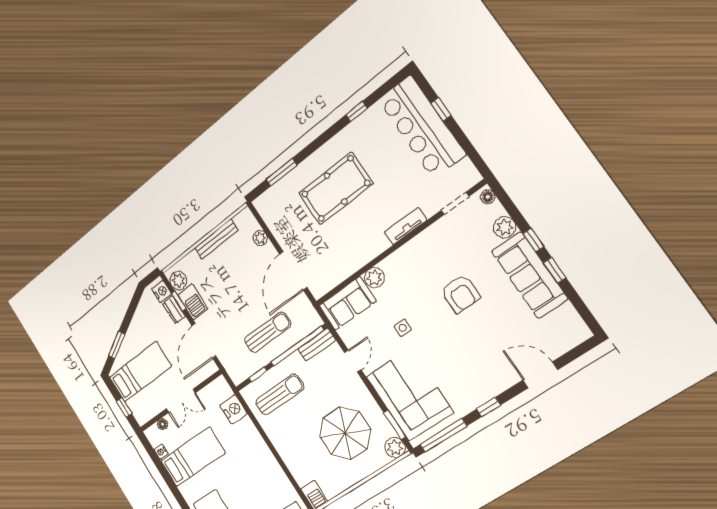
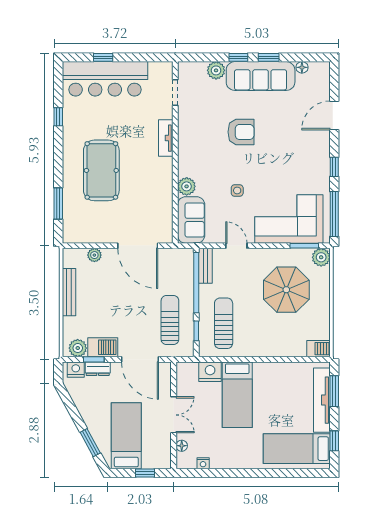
floor lamp: (488, 197) -> (302, 67), moved
sun lounger: (268, 332) -> (170, 320), moved
bed: (193, 457) -> (237, 395), moved, turned 180

